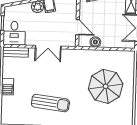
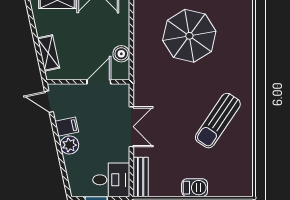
sun lounger: (50, 103) -> (218, 121), turned -153

